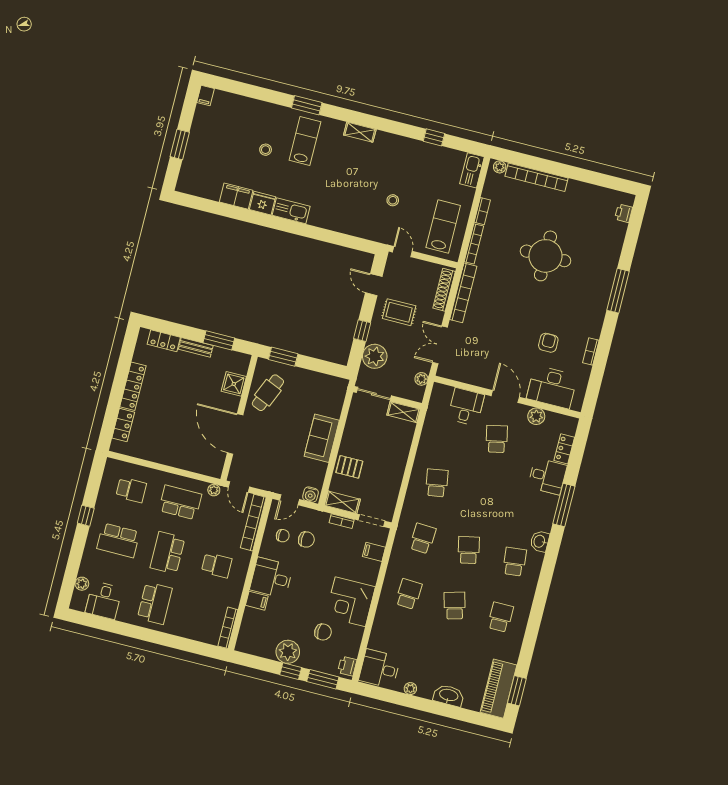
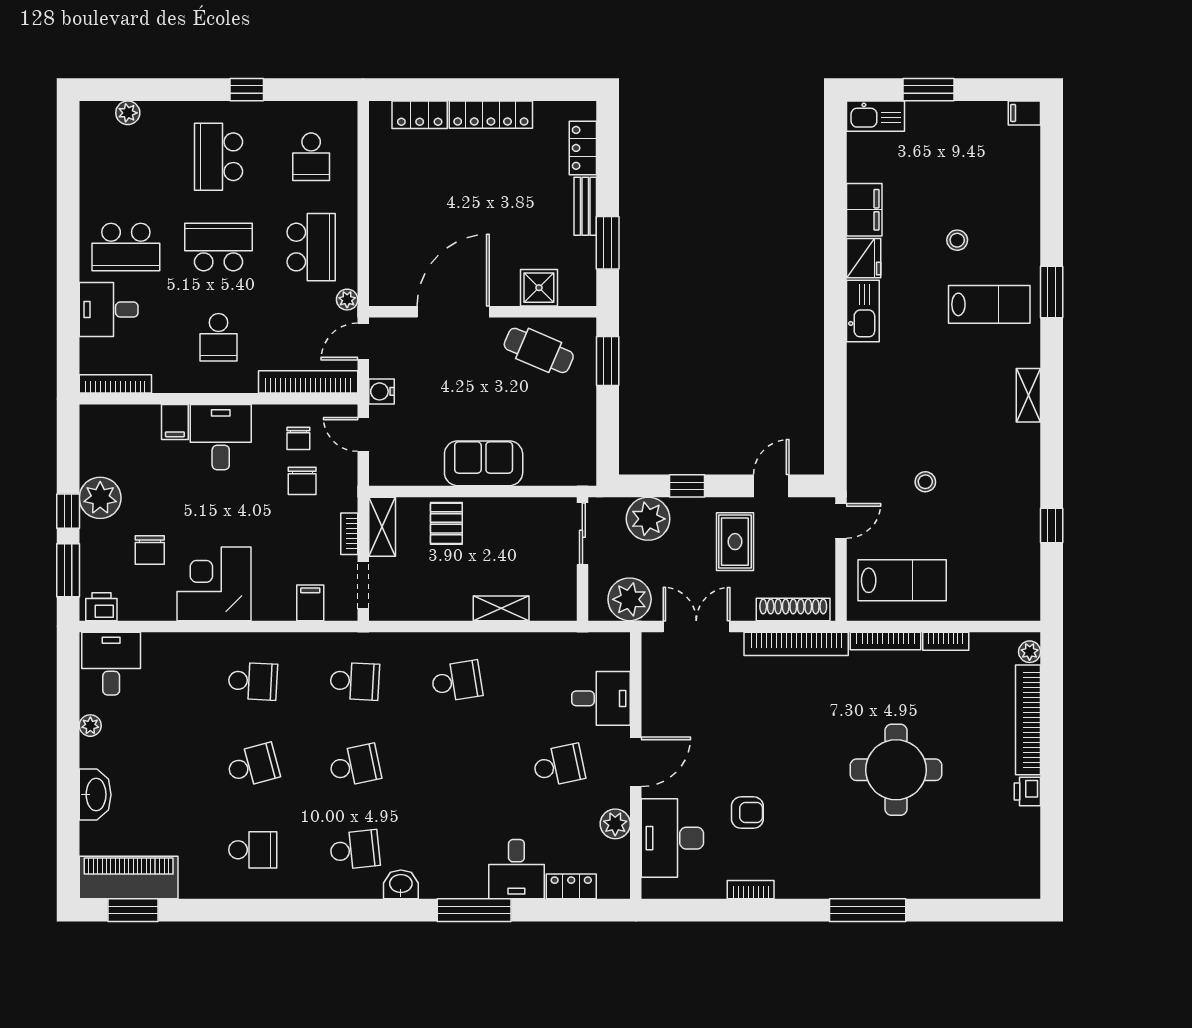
kitchen sink: (472, 170) -> (875, 116), moved, turned 180
printer: (624, 213) -> (1027, 791), moved, turned -90
plant: (421, 379) -> (630, 599), width x1.88, depth x1.88
shelving: (404, 412) -> (501, 608), moved, turned 90
water cooler: (311, 495) -> (381, 391), moved
desk: (104, 600) -> (109, 310), moved

